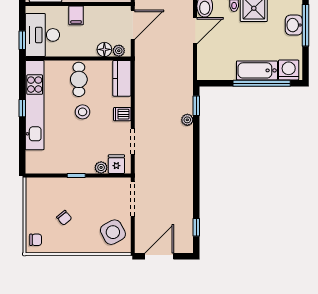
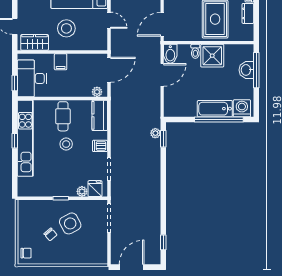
floor lamp: (104, 49) -> (85, 91), removed
plant: (187, 120) -> (155, 133), moved
side table: (113, 232) -> (70, 223), moved

